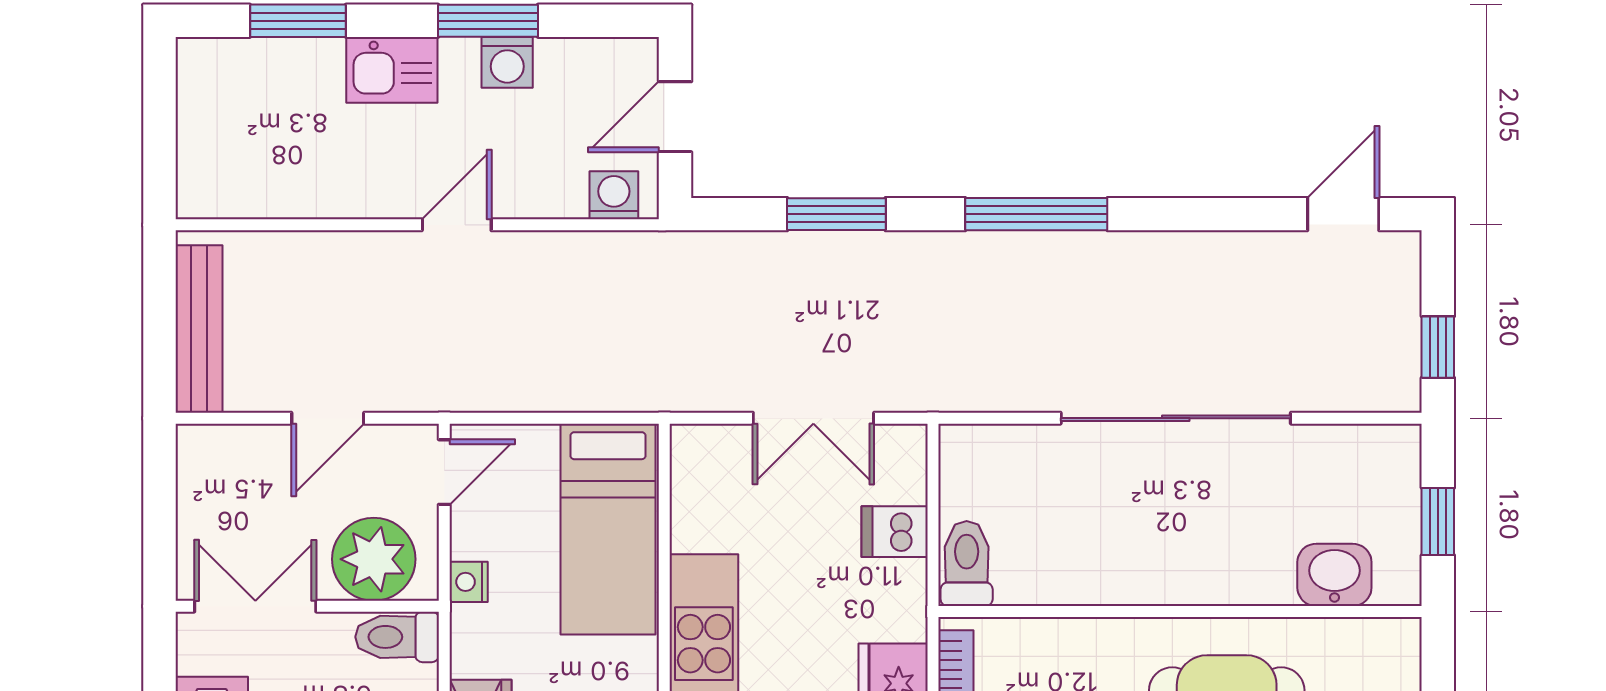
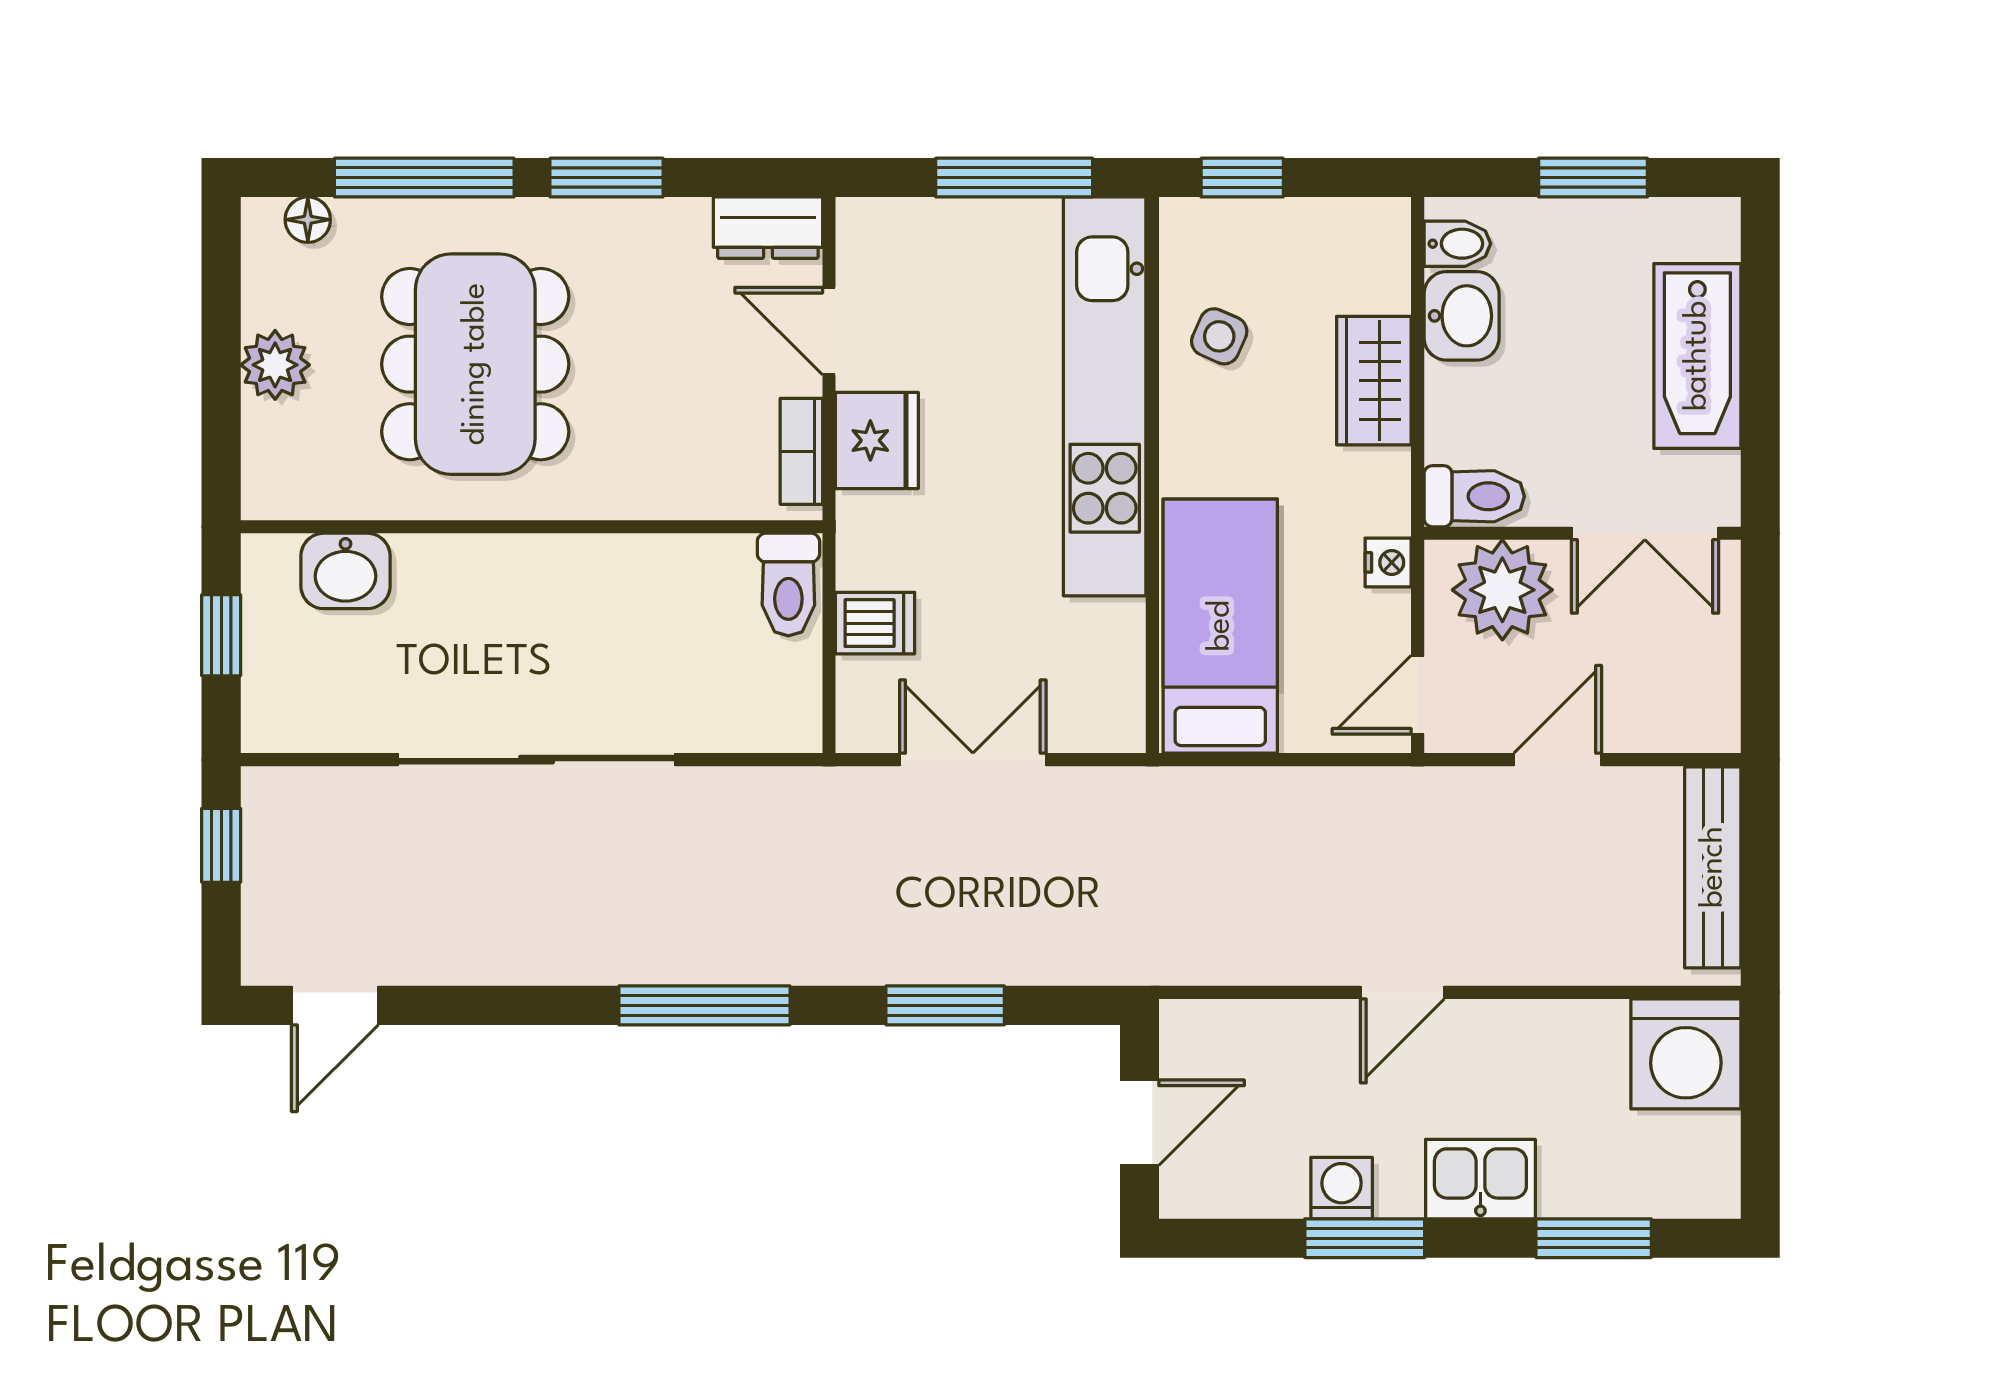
washing machine: (614, 195) -> (1686, 1054), moved, width x1.89, depth x1.89

